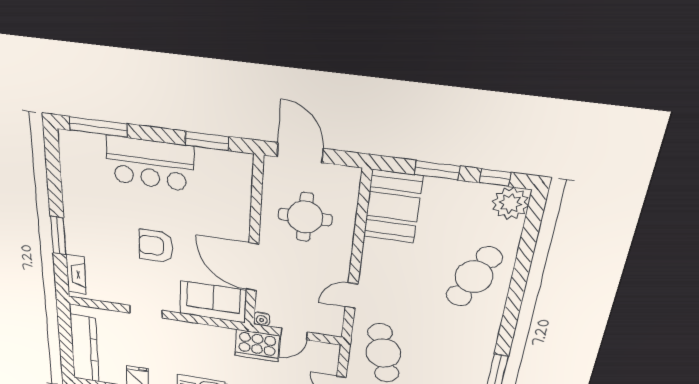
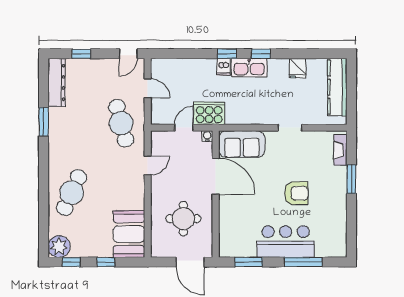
window: (98, 127) -> (303, 262), moved
window: (437, 170) -> (106, 262), width x0.67
armchair: (156, 246) -> (296, 193), moved

